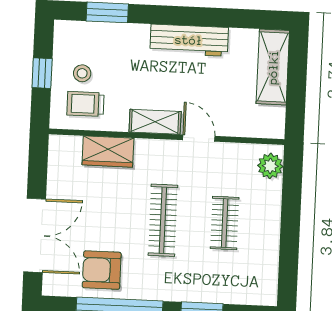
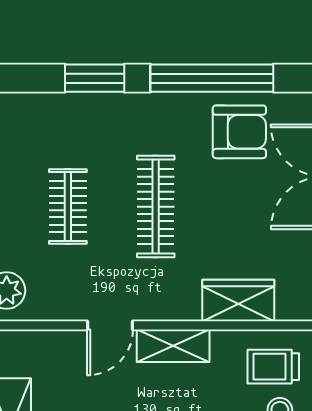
trolley: (85, 104) -> (273, 367), turned 180
door: (199, 138) -> (110, 325), hinge flipped

